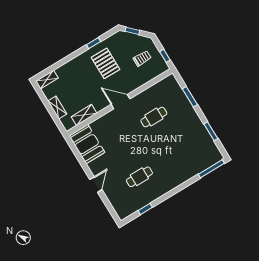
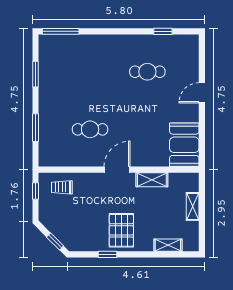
trolley: (142, 58) -> (62, 187), moved
pallet: (106, 63) -> (121, 230), moved
shelving: (47, 80) -> (168, 245), moved
door: (121, 102) -> (117, 170), swing flipped
shelving: (84, 115) -> (152, 180), moved

